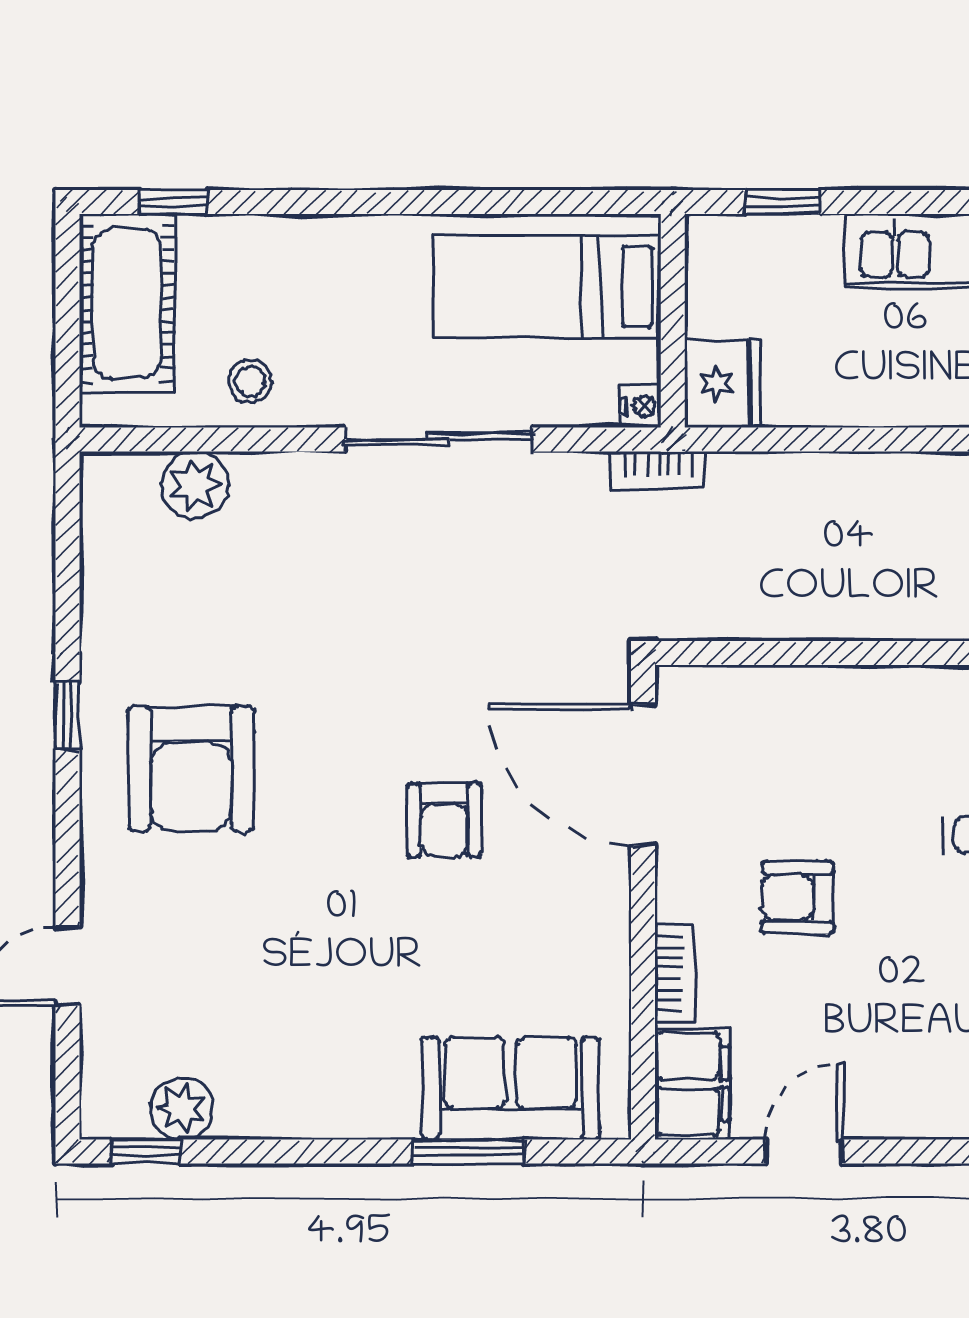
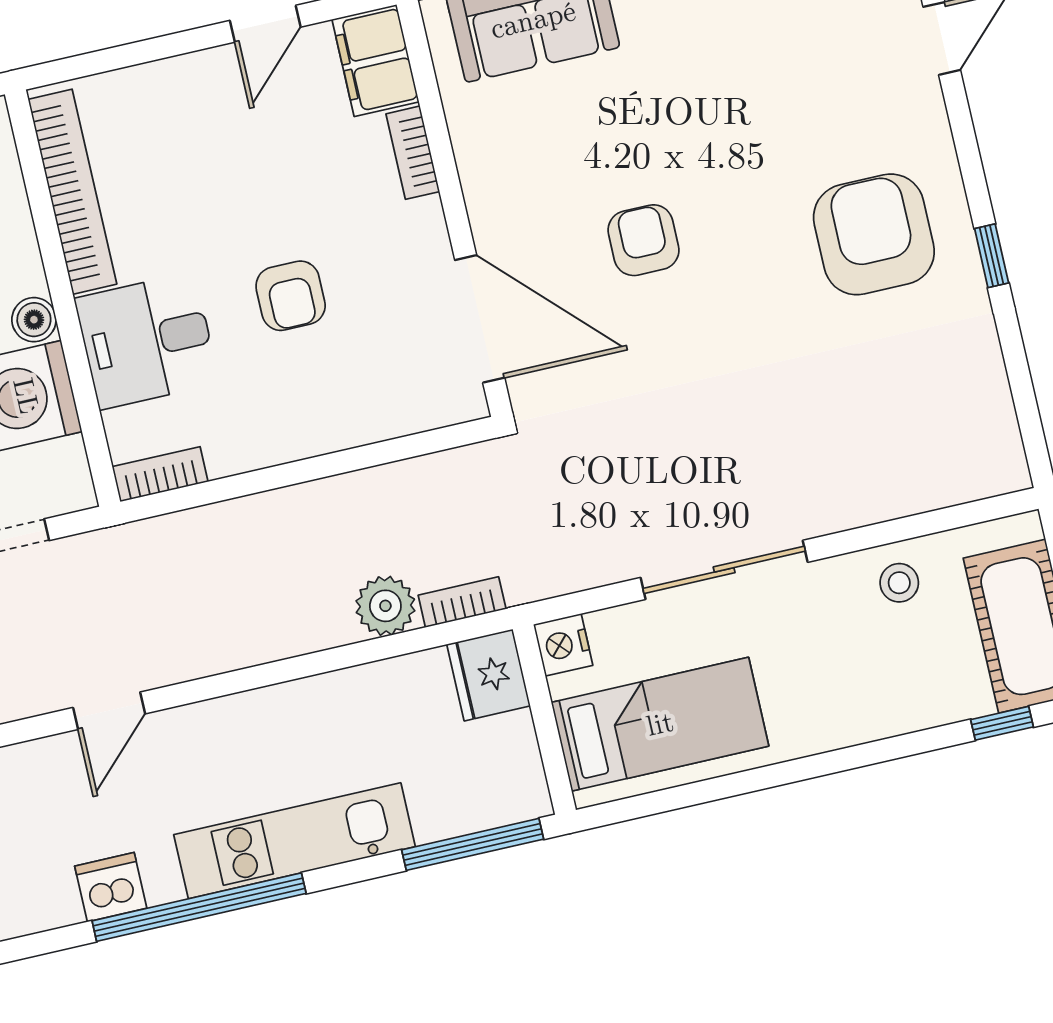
window: (782, 202) -> (473, 844), width x2.17
nightstand: (641, 406) -> (563, 645), width x1.39, depth x1.35
bookcase: (658, 470) -> (462, 602), moved
plant: (195, 485) -> (385, 606), moved
armchair: (798, 897) -> (291, 296), moved, turned 90

